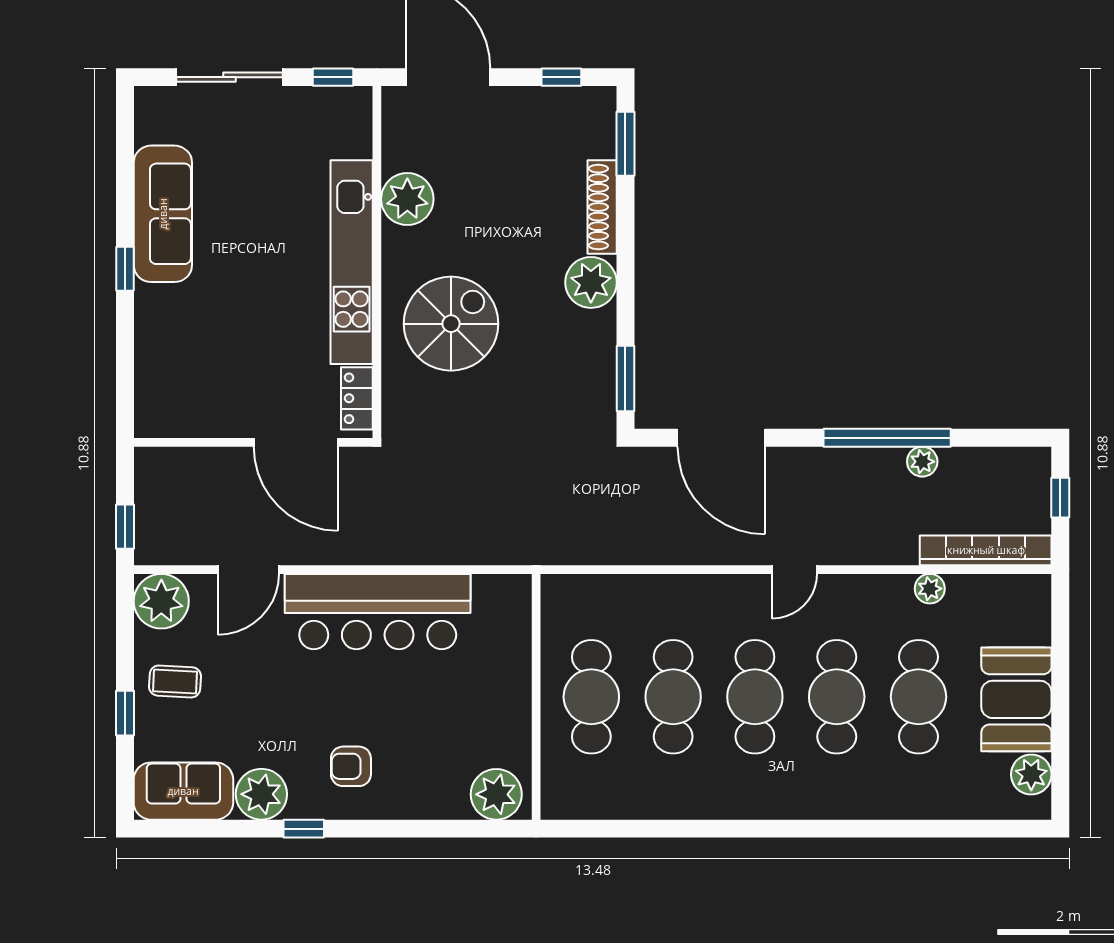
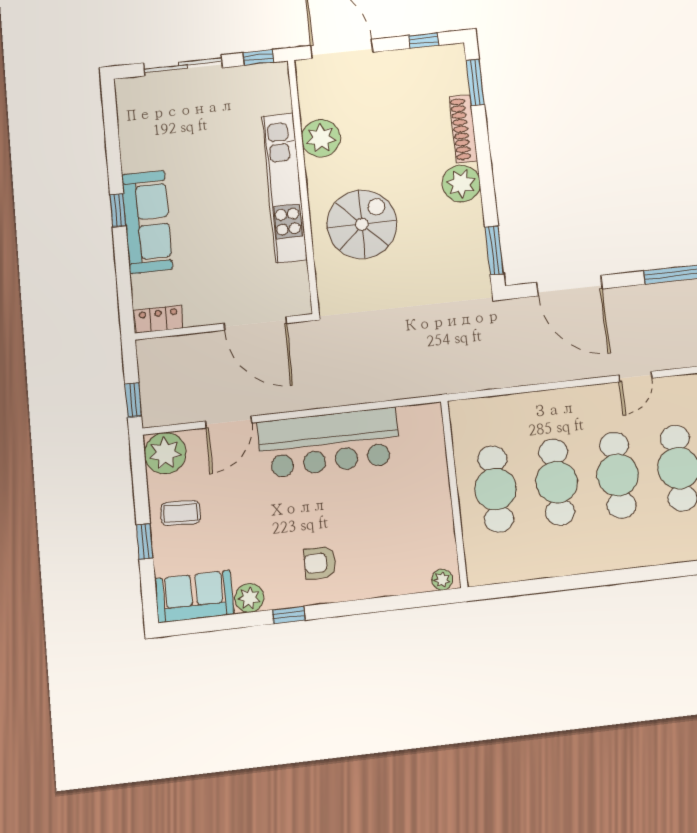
sofa: (163, 214) -> (147, 222), moved
locker: (357, 398) -> (159, 319), moved, turned 90
plant: (261, 794) -> (249, 598), width x0.73, depth x0.73
plant: (496, 794) -> (442, 580), width x0.53, depth x0.53

